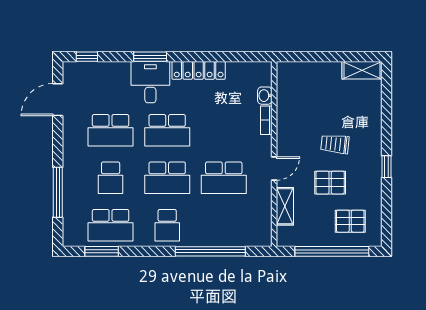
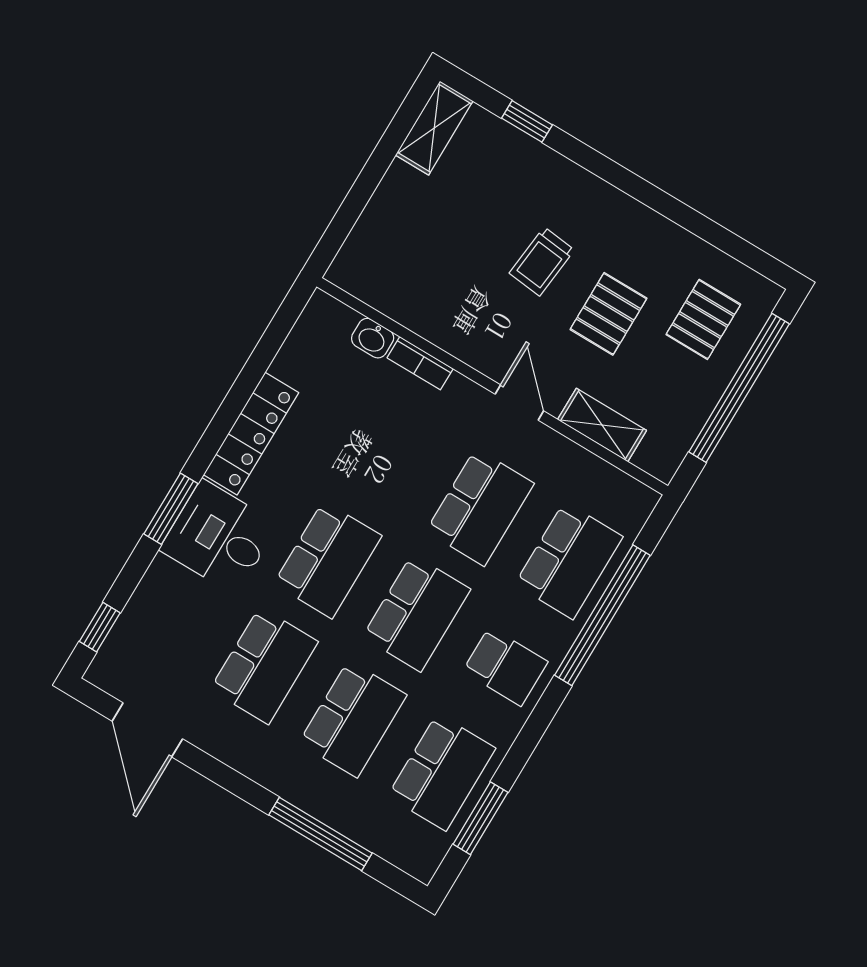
window: (386, 167) -> (527, 121), moved
school desk: (111, 178) -> (353, 719), width x1.85
school desk: (224, 225) -> (569, 561), added

